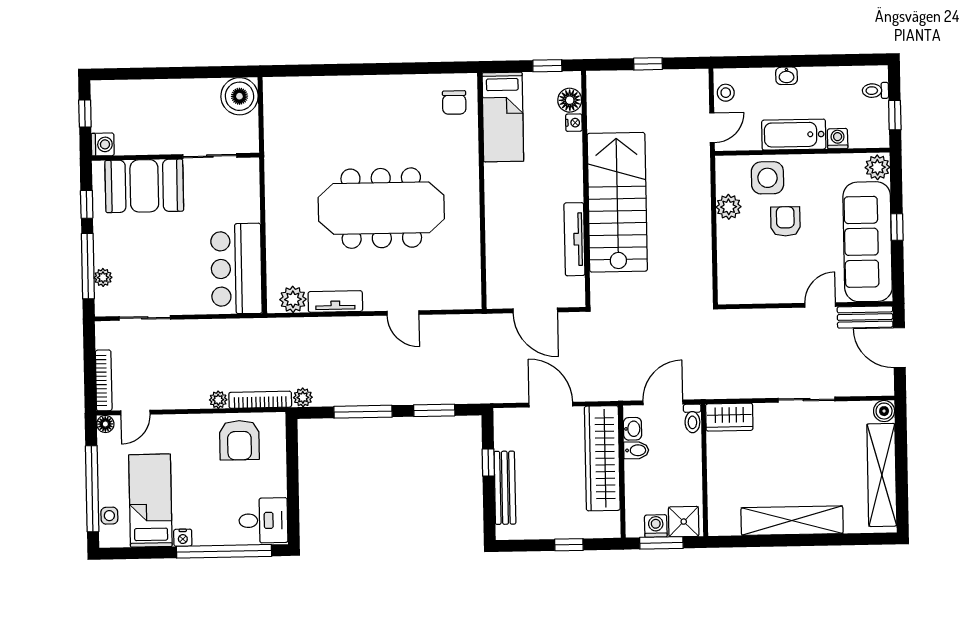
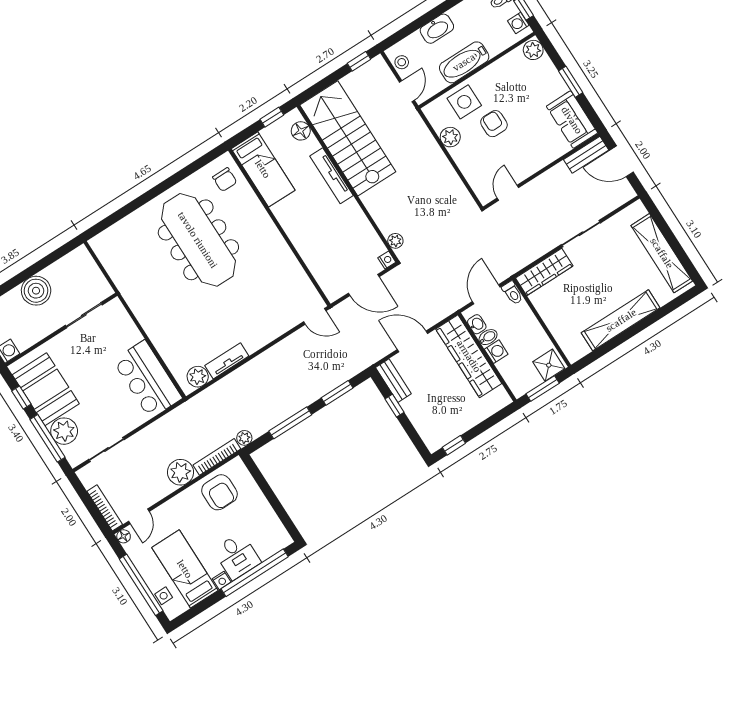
window: (648, 64) -> (359, 61), moved
washbasin: (787, 76) -> (437, 29), width x1.91, depth x1.45
boiler: (239, 96) -> (36, 291), moved
nightstand: (574, 123) -> (387, 260), moved
washing machine: (838, 139) -> (518, 23), moved, turned -90
booth: (144, 186) -> (46, 389), moved, turned 90
stairs: (617, 202) -> (348, 138), moved
meeting table: (381, 208) -> (198, 240), moved, turned 90
window: (897, 227) -> (571, 82), width x1.50
tv unit: (574, 239) -> (331, 176), moved
sofa: (868, 242) -> (572, 120), width x0.54, depth x0.79
plant: (103, 277) -> (64, 431), width x1.87, depth x1.87
plant: (600, 283) -> (395, 241), added
door: (820, 305) -> (508, 193), moved
door: (403, 313) -> (315, 316), moved
plant: (218, 400) -> (180, 472), width x1.88, depth x1.88
boiler: (884, 411) -> (637, 210), removed
wardrobe: (729, 417) -> (544, 272), width x1.50
bench: (505, 488) -> (393, 381), moved, width x0.73
desk: (263, 520) -> (237, 556), moved, turned 90
washing machine: (656, 526) -> (496, 352), moved, turned 90
window: (569, 545) -> (454, 445), moved

